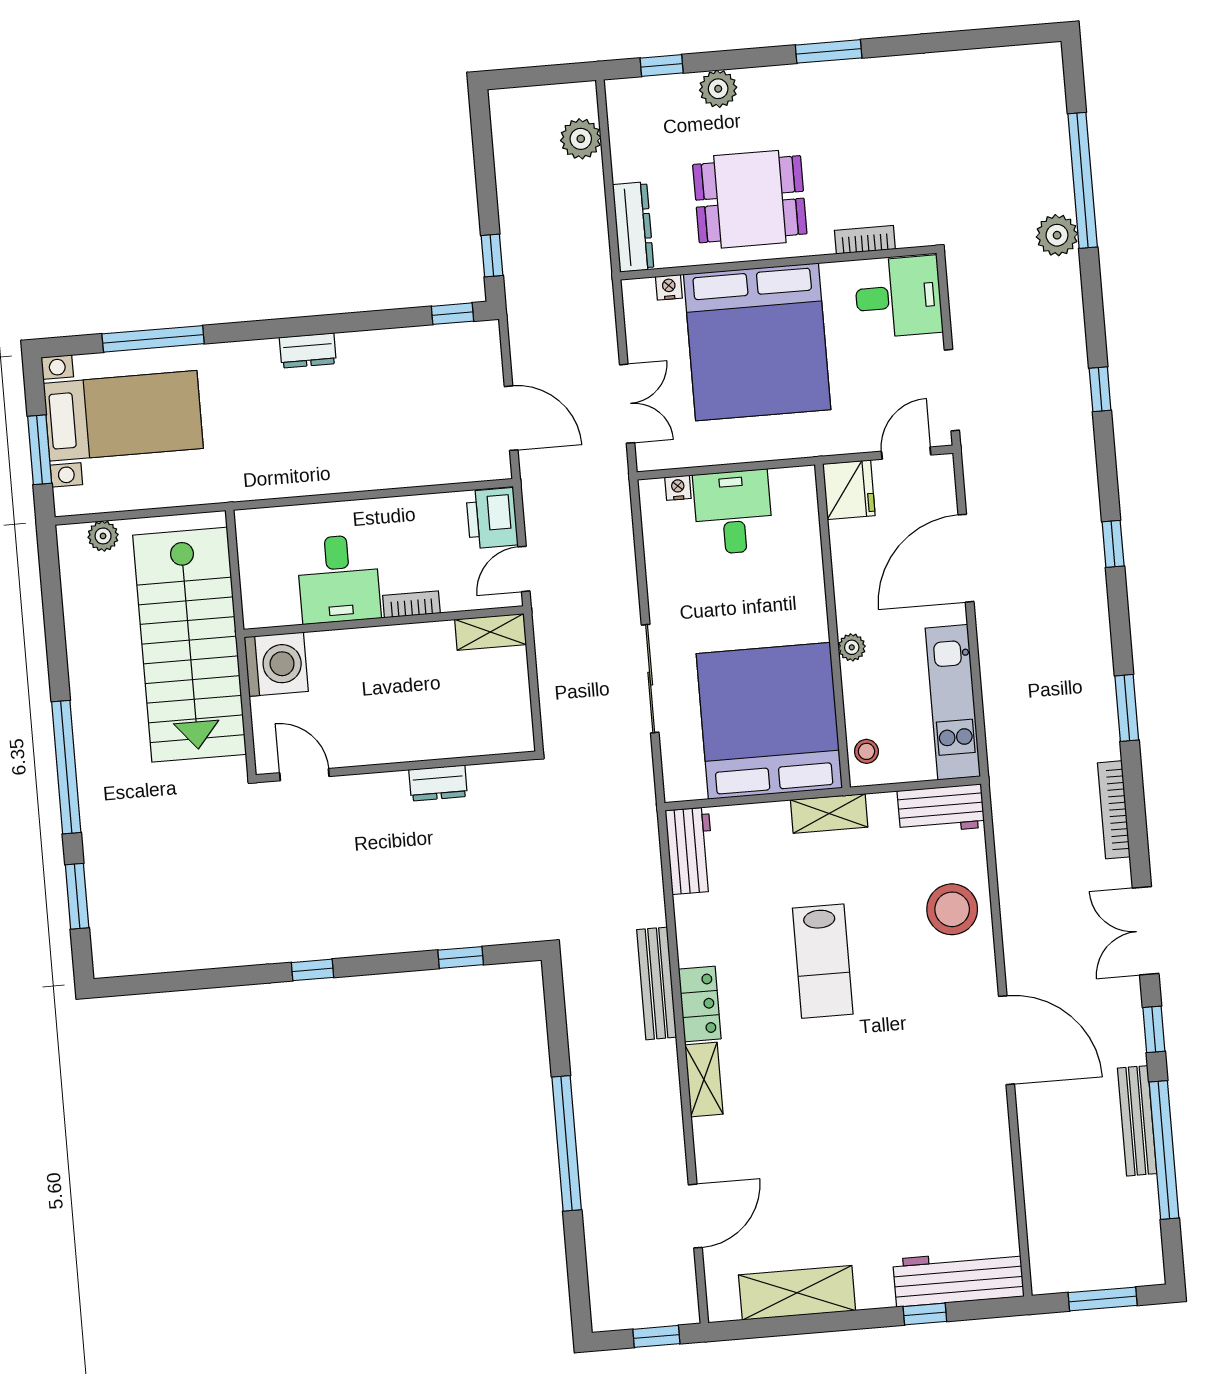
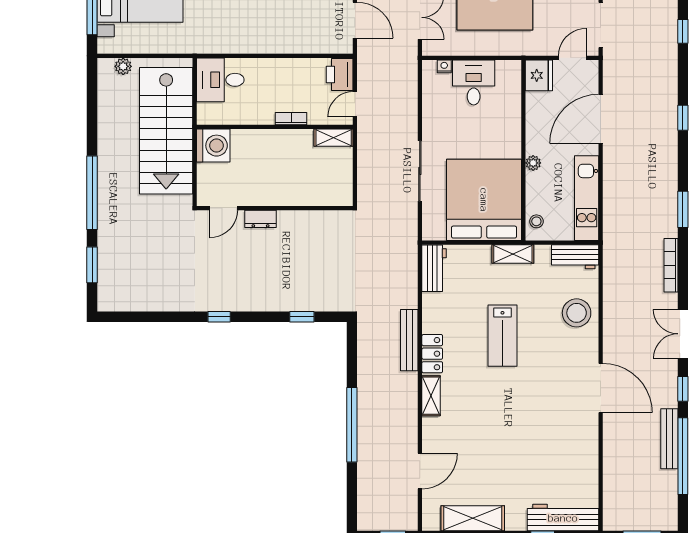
desk: (339, 579) -> (220, 80), moved, turned 90
door: (304, 775) -> (224, 208), swing flipped
dresser: (438, 783) -> (261, 219), moved

